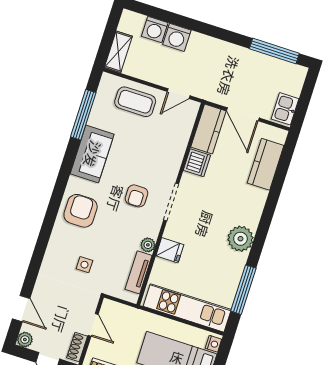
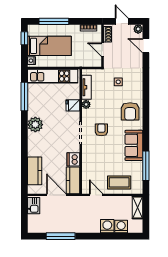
window: (274, 51) -> (61, 236), moved
door: (179, 94) -> (96, 195), hinge flipped

